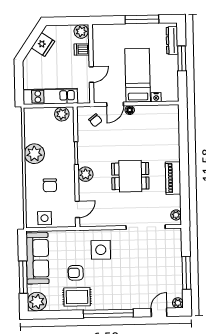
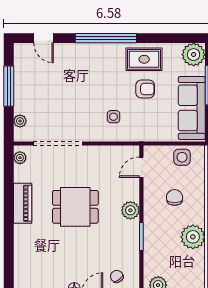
side table: (101, 250) -> (113, 117), width x0.54, depth x0.54
plant: (178, 303) -> (20, 121), moved
door: (159, 312) -> (43, 38), hinge flipped

